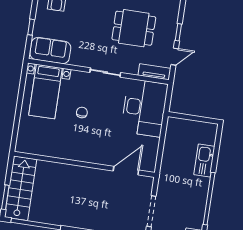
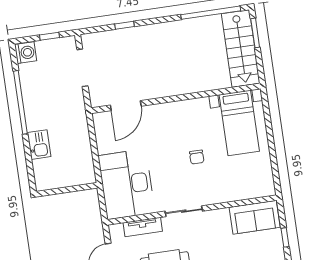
tv unit: (154, 72) -> (143, 227), moved
bed with nightstands: (45, 92) -> (239, 123), moved, turned 180
kitchen sink: (204, 161) -> (39, 145), width x0.73

